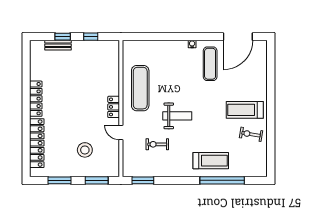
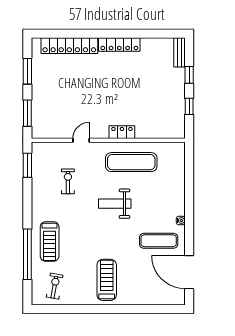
bench: (58, 45) -> (179, 52), moved
locker: (114, 107) -> (122, 132), moved
weight bench: (177, 116) -> (115, 204), moved, turned 90
exercise bike: (251, 134) -> (55, 286), moved
stool: (85, 150) -> (62, 100), removed

